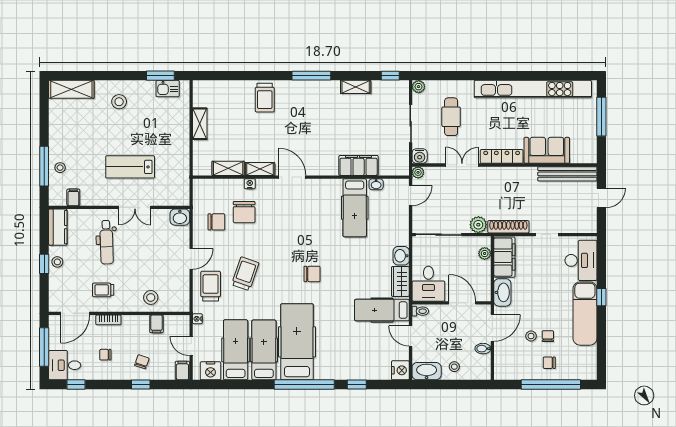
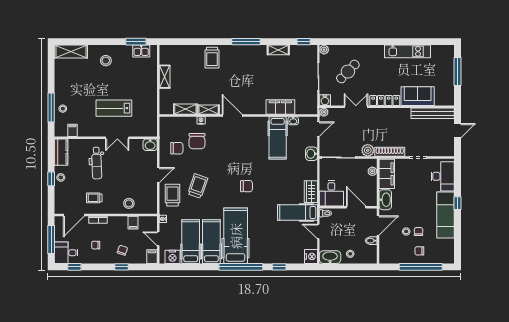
kitchen unit: (533, 89) -> (407, 51), width x0.54
cafe table: (451, 117) -> (348, 72), turned 44
washbasin: (401, 256) -> (311, 154), moved

